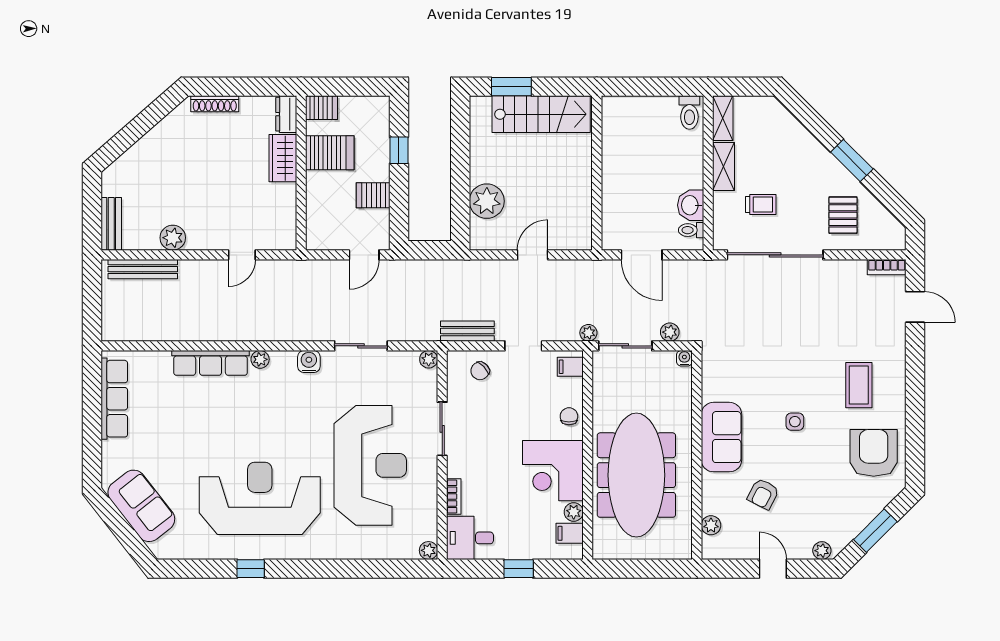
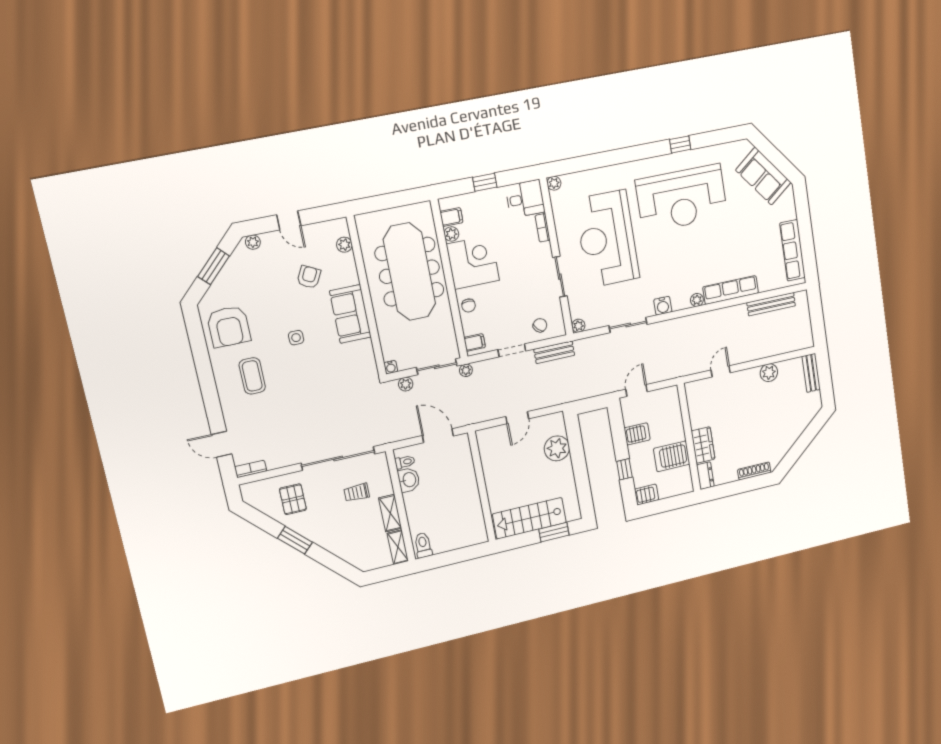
server rack: (322, 108) -> (647, 495), moved, turned 180
bench: (143, 269) -> (771, 304), moved

